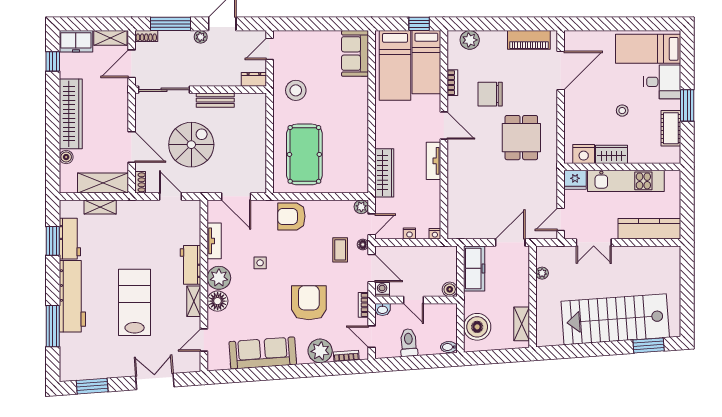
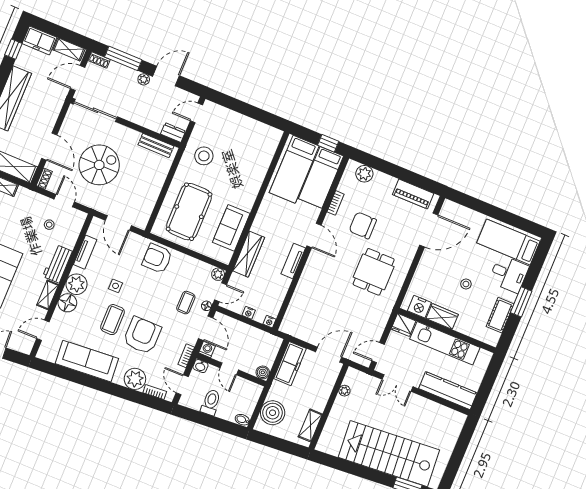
sofa: (355, 53) -> (231, 228), moved
bench: (215, 100) -> (156, 145), moved
stool: (165, 228) -> (49, 225), added
coffee table: (271, 299) -> (112, 320), added

